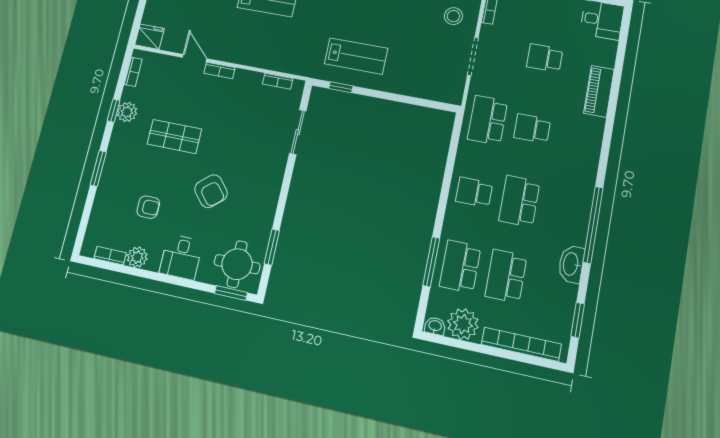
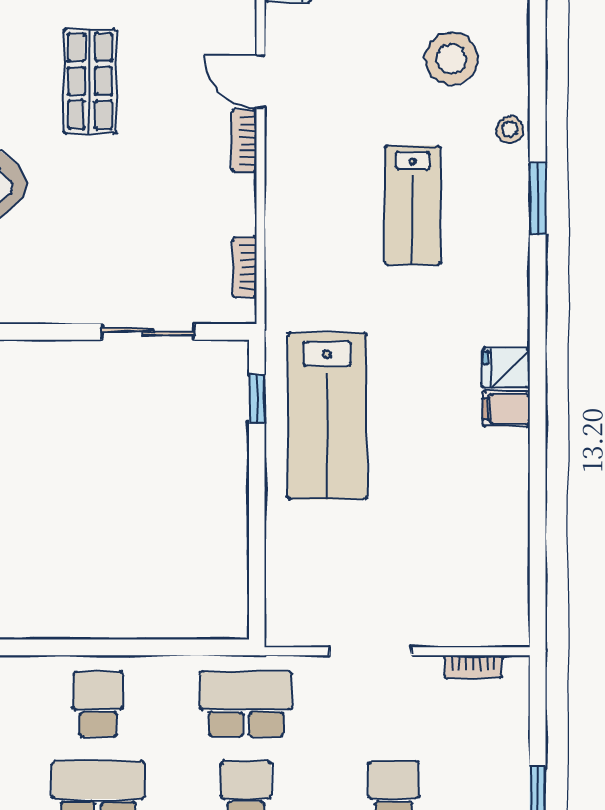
stool: (453, 16) -> (448, 597), removed
lab bench: (356, 56) -> (327, 416), width x1.36, depth x1.39
door: (195, 58) -> (261, 82), swing flipped

